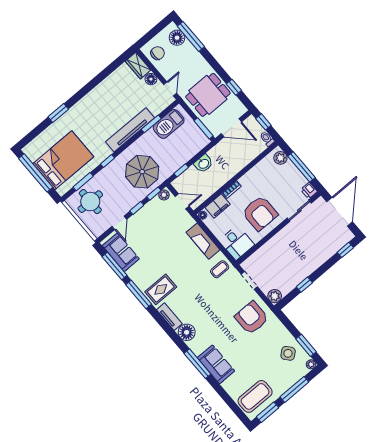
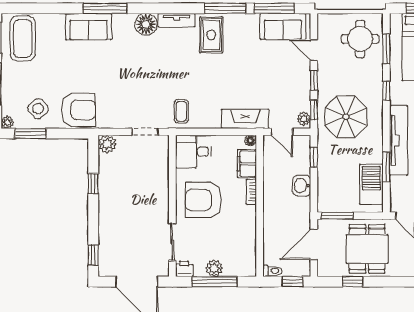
plant: (280, 158) -> (214, 268), moved
door: (182, 201) -> (282, 132), hinge flipped
fireplace: (203, 241) -> (245, 119), moved
armchair: (252, 318) -> (78, 110), moved

